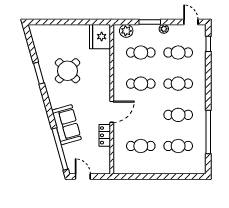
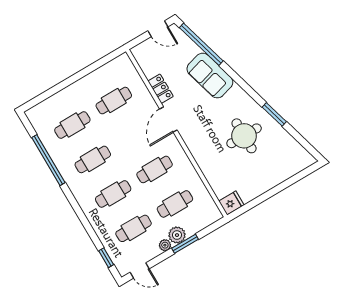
plant: (126, 31) -> (177, 235), moved
fridge: (100, 37) -> (231, 203), width x0.53, depth x0.75
round table: (68, 71) -> (244, 136), turned 45

